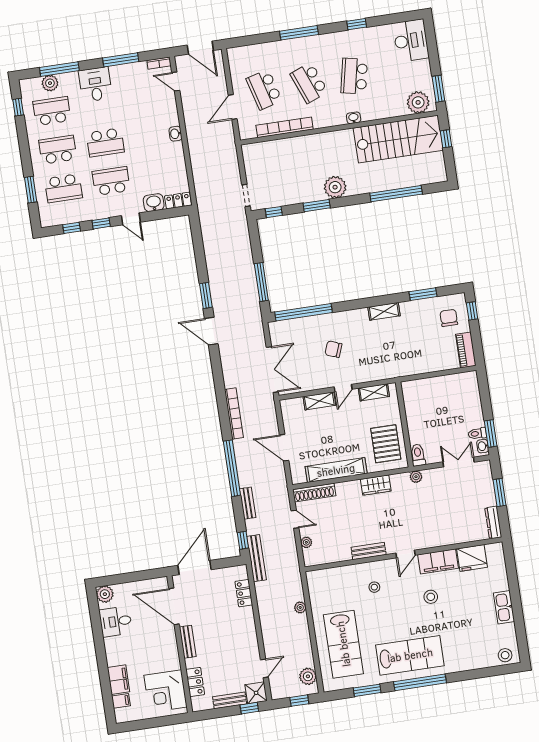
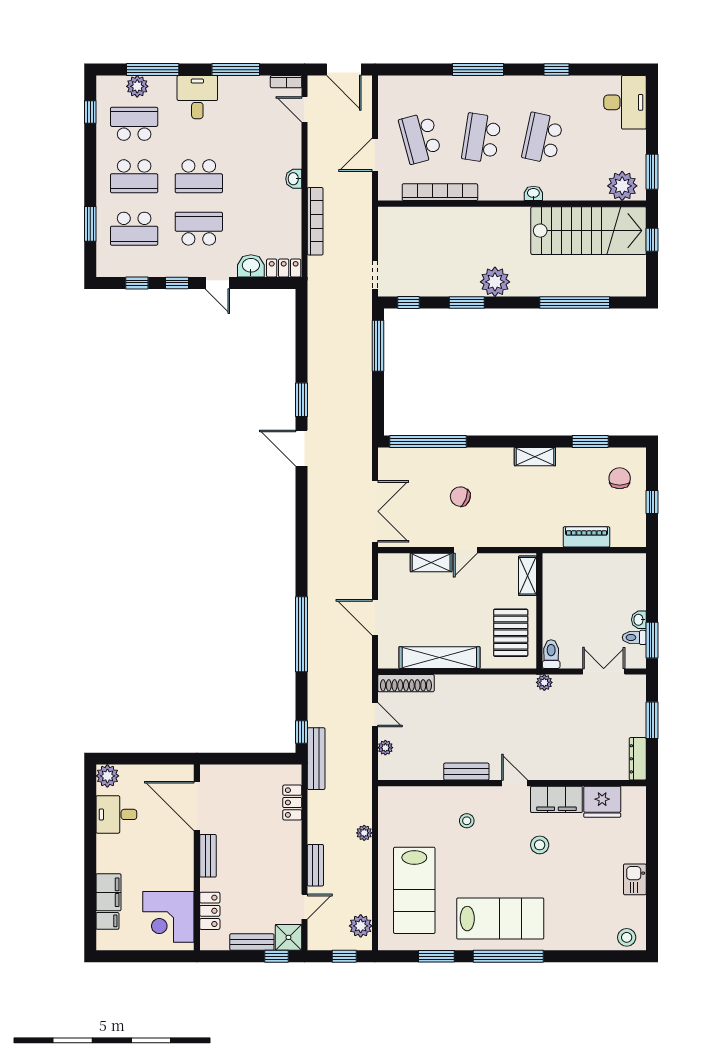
school desk: (309, 83) -> (481, 138), turned 30
school desk: (58, 150) -> (134, 176), turned 180
window: (261, 282) -> (378, 346), moved
window: (472, 311) -> (652, 502), moved
piano: (466, 350) -> (587, 537), moved, turned 90
shelving: (374, 392) -> (528, 576), moved, turned 90
bookcase: (234, 413) -> (315, 221), moved
washbasin: (483, 446) -> (639, 620), moved
wardrobe: (376, 485) -> (489, 686), removed
bench: (248, 503) -> (315, 865), moved
door: (405, 554) -> (515, 783), swing flipped
door: (195, 568) -> (232, 759), removed
kitchen sink: (504, 607) -> (635, 879), width x0.73

